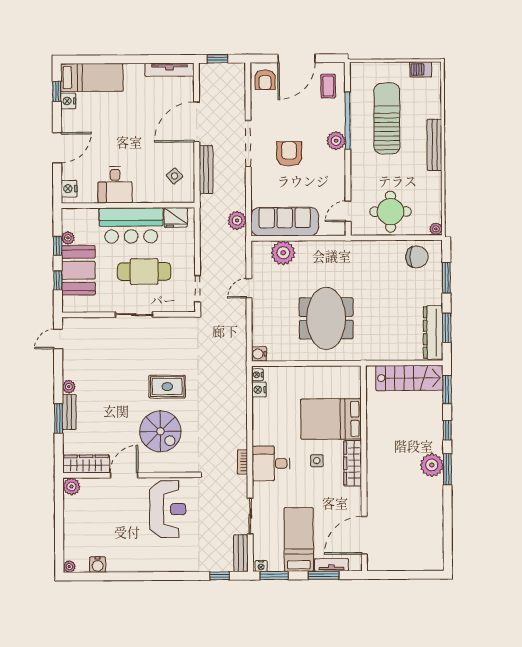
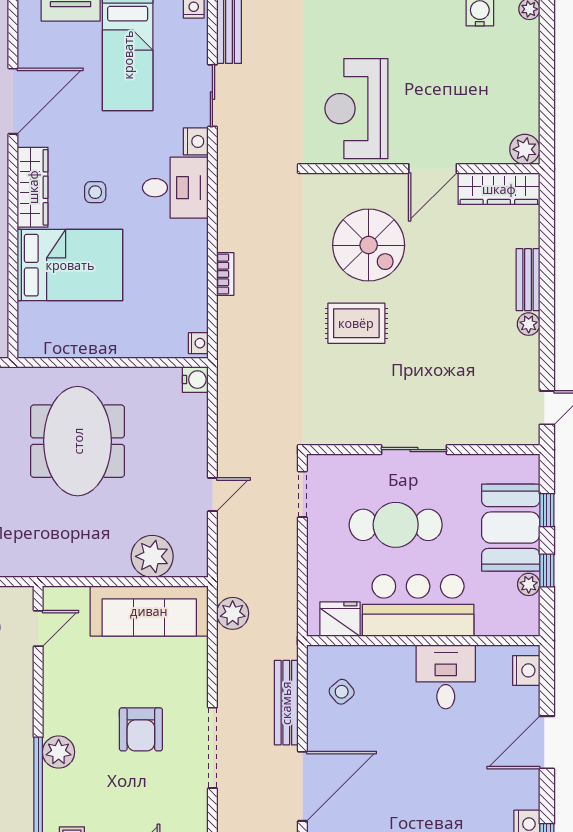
nightstand: (259, 390) -> (196, 141), moved
window: (59, 418) -> (547, 268), removed
spiral stairs: (160, 431) -> (369, 245), turned 180
bookcase: (243, 462) -> (225, 274), moved
door: (364, 535) -> (13, 101), moved

